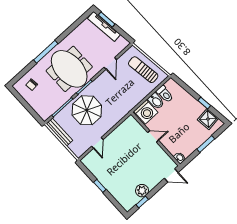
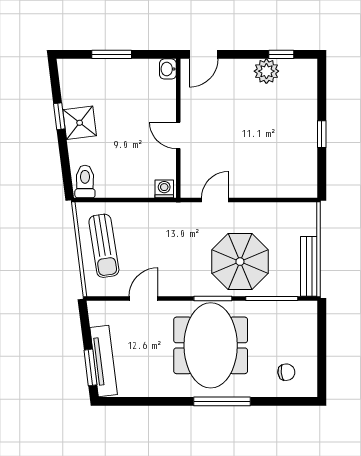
toilet: (165, 94) -> (85, 181), moved
bidet: (156, 101) -> (127, 183), removed
washing machine: (146, 112) -> (164, 189), width x0.53, depth x0.53
shower: (208, 119) -> (80, 123), moved
door: (97, 143) -> (215, 200), moved
door: (171, 175) -> (204, 54), swing flipped

